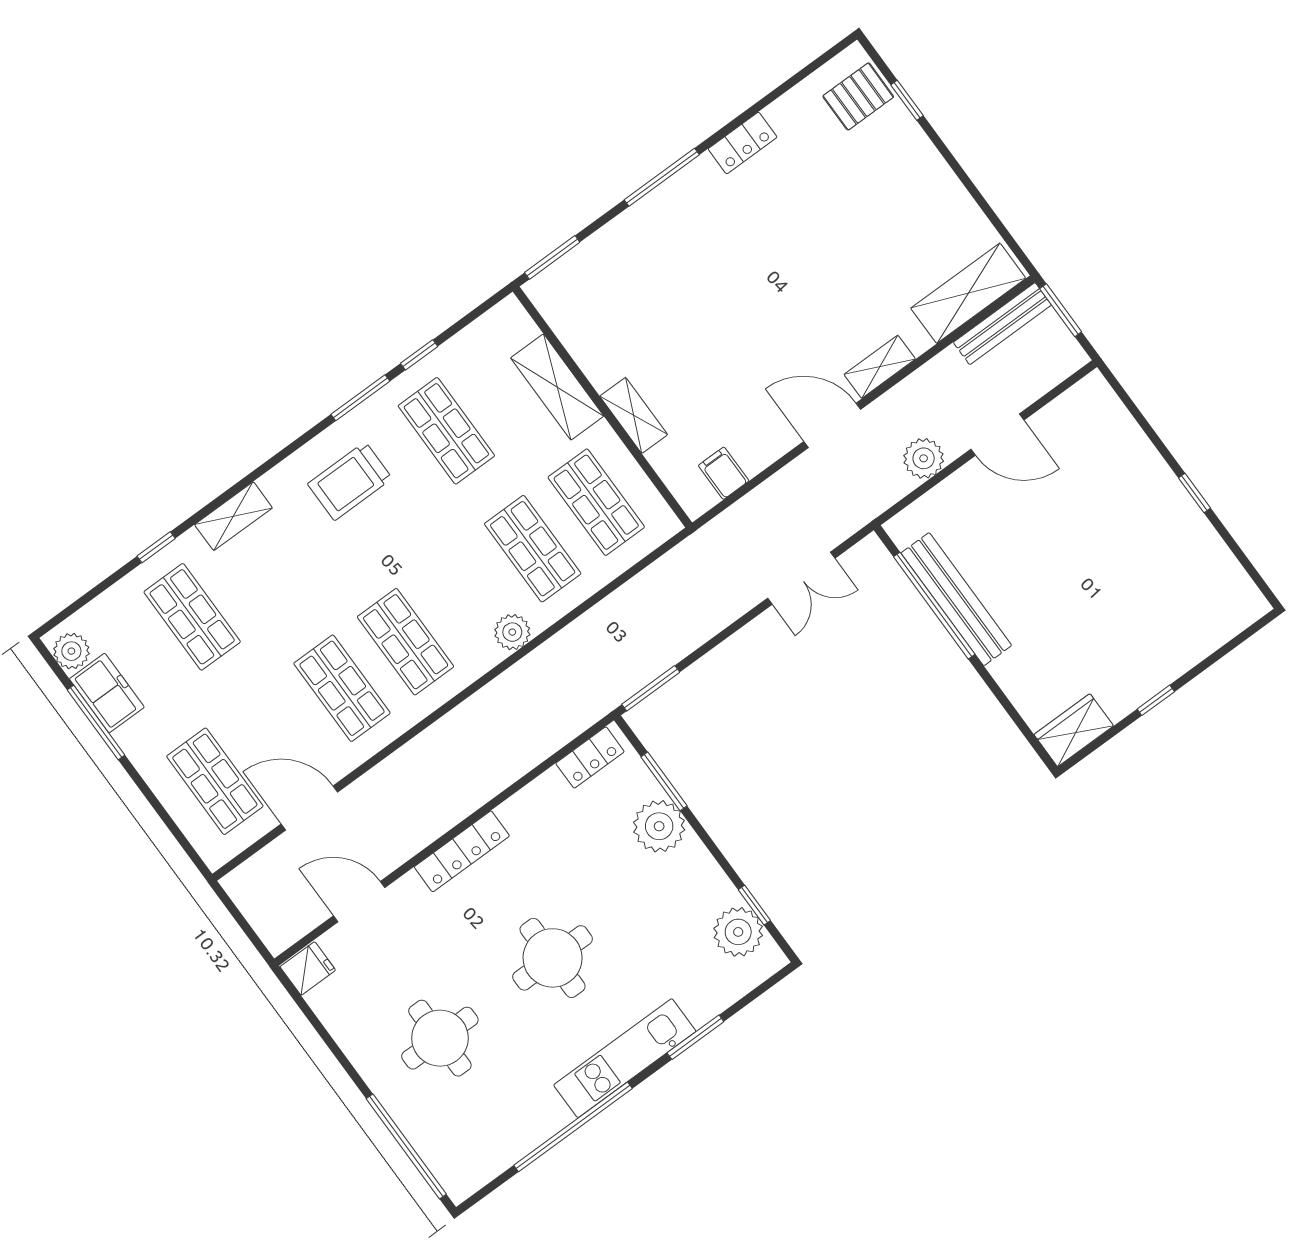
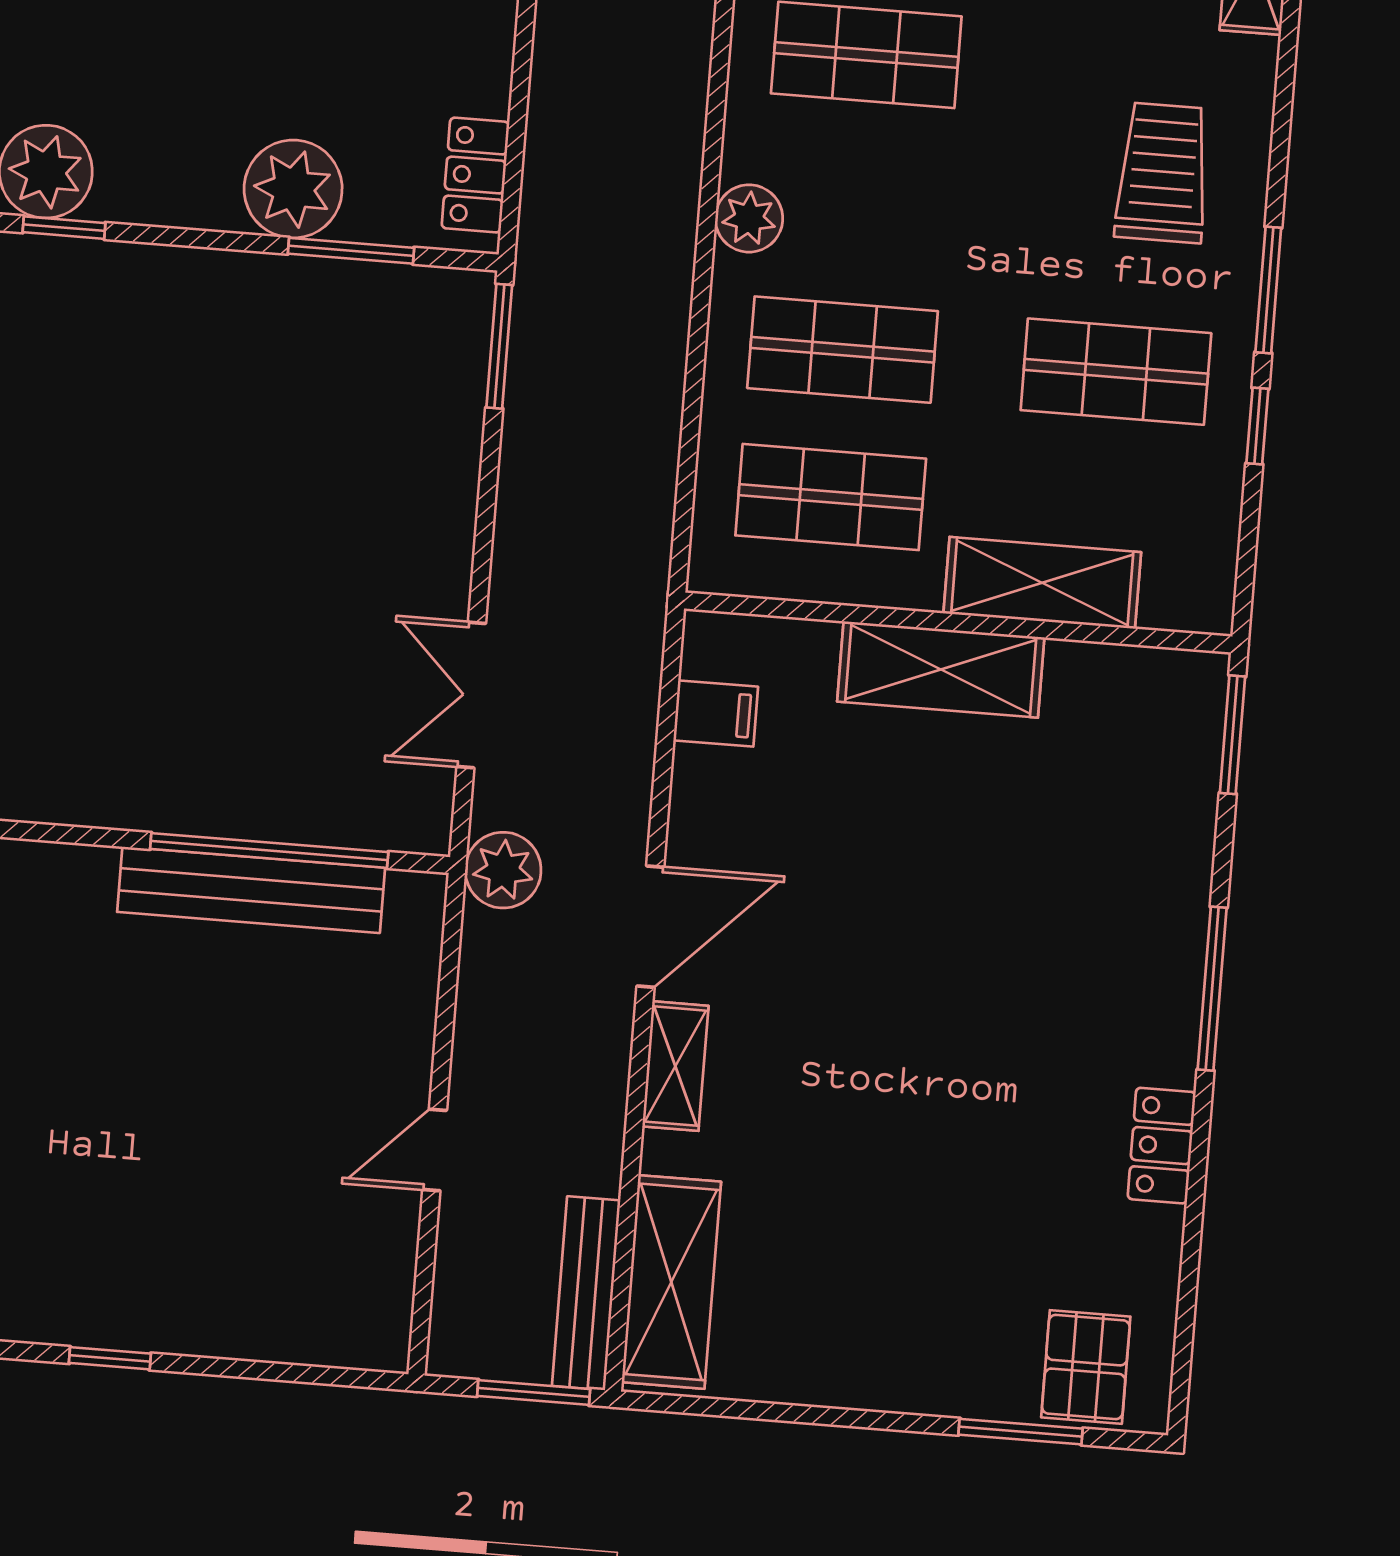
window: (907, 100) -> (1021, 1432), width x1.50
shelving: (634, 415) -> (941, 669), width x1.50, depth x1.33
door: (997, 435) -> (435, 1150), width x0.73
plant: (924, 458) -> (503, 870), moved

